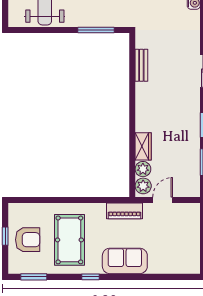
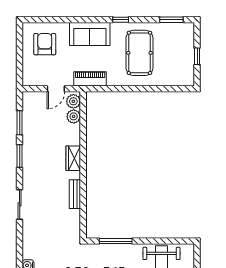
bench: (141, 65) -> (75, 194), moved
wardrobe: (143, 146) -> (73, 158), moved
armchair: (28, 240) -> (45, 44), moved, turned 90

